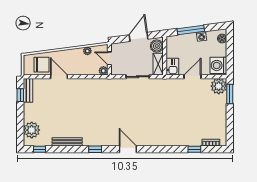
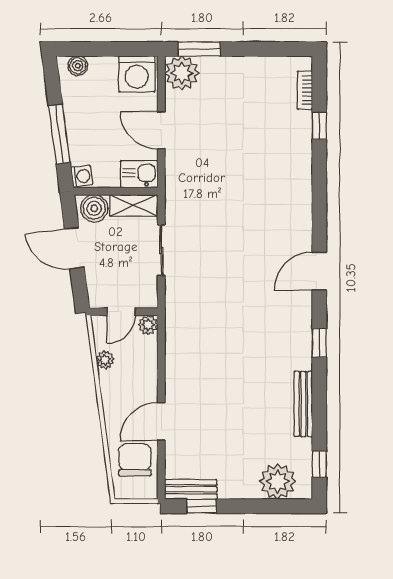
washing machine: (202, 36) -> (82, 176), moved

